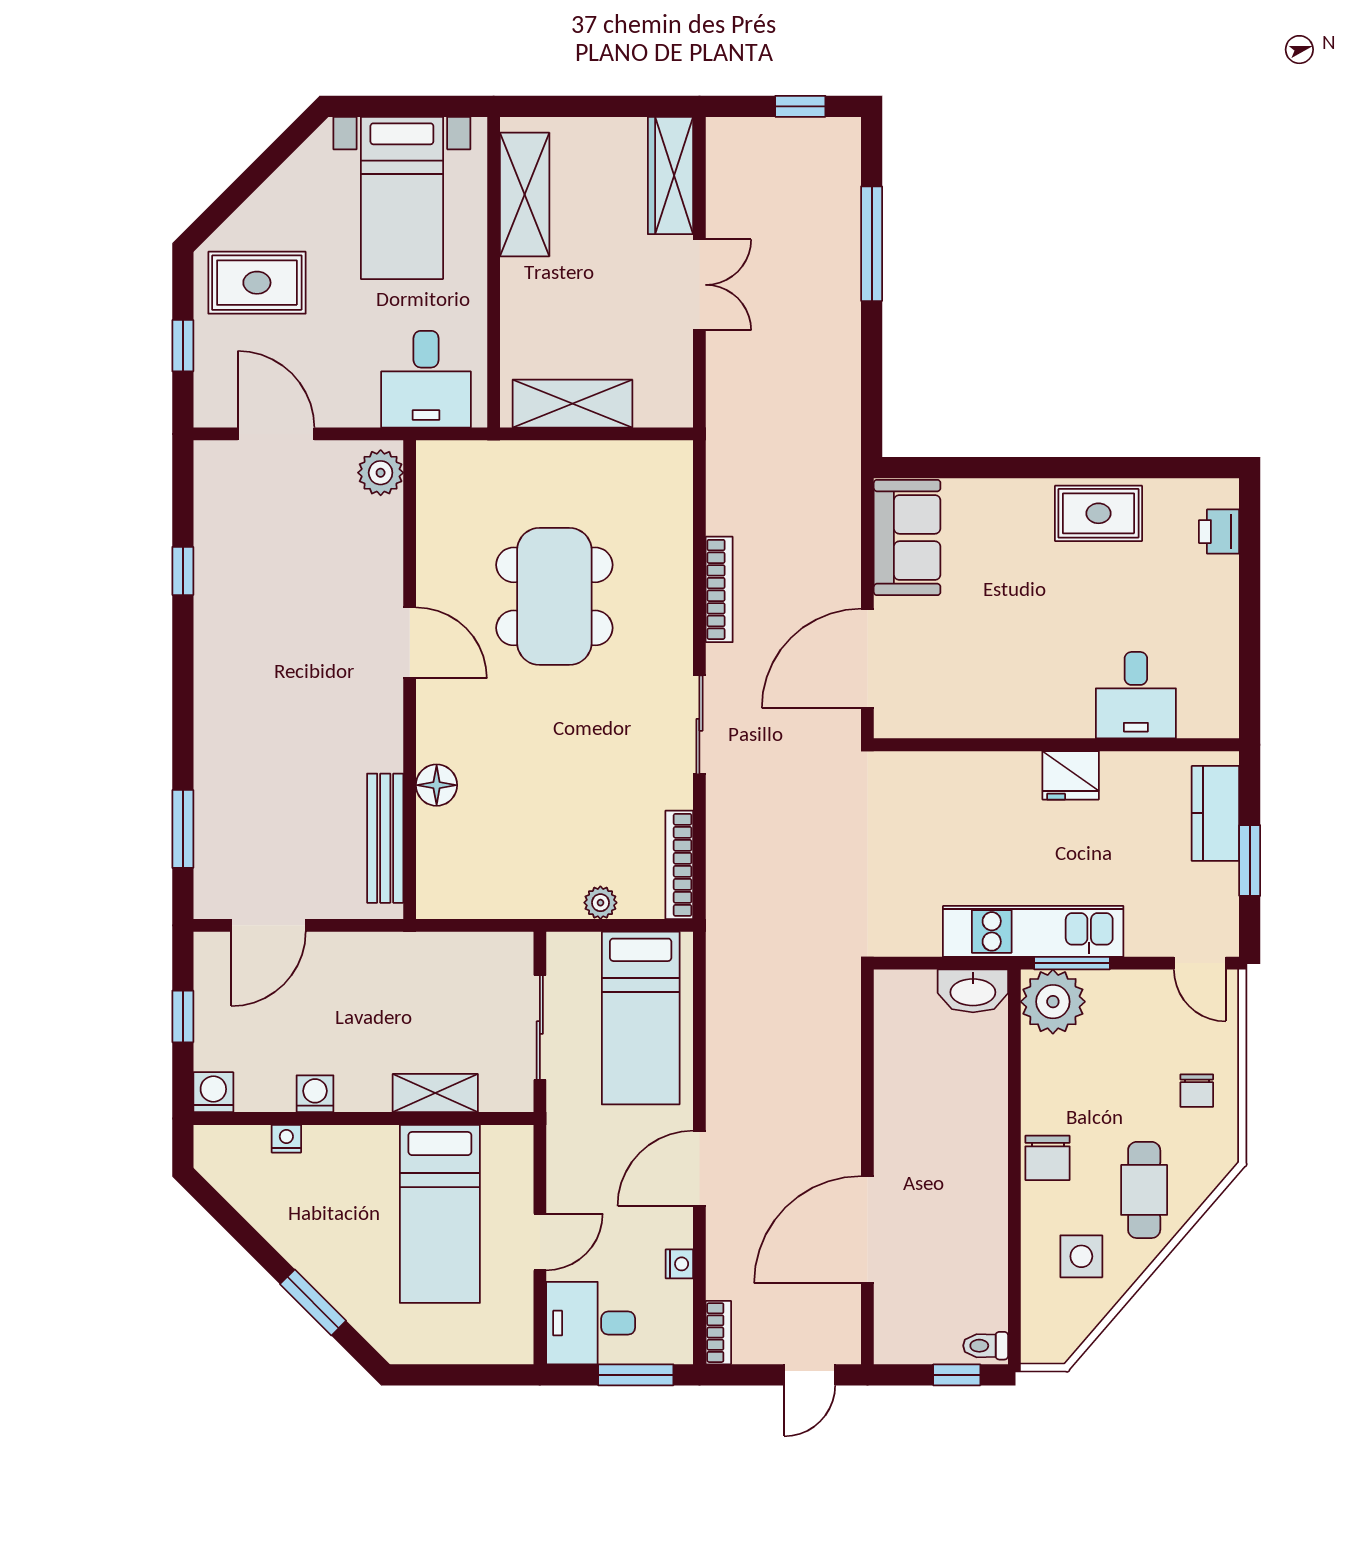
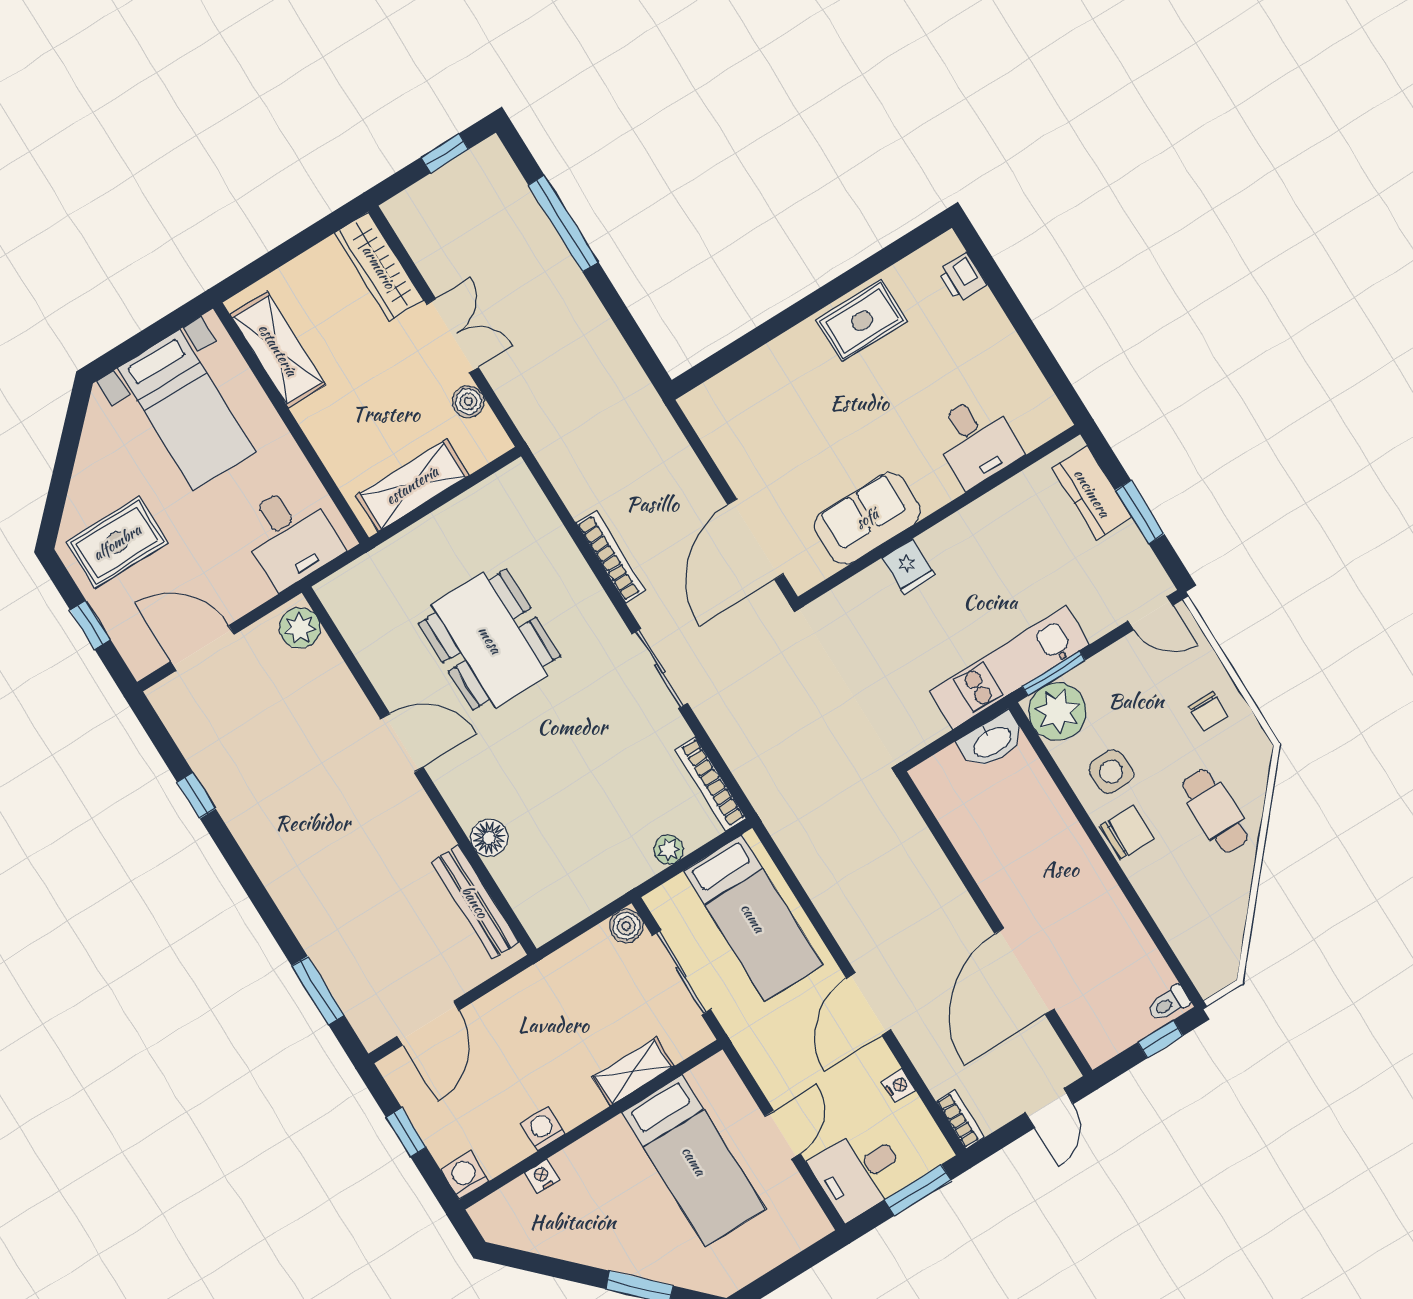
boiler: (675, 357) -> (468, 402), added
sofa: (907, 537) -> (867, 518), moved, turned -90
fridge: (1071, 775) -> (908, 567), moved, width x0.72
boiler: (515, 950) -> (626, 926), added
chair: (1048, 1158) -> (1127, 832), turned -90
side table: (1081, 1256) -> (1111, 772), moved

